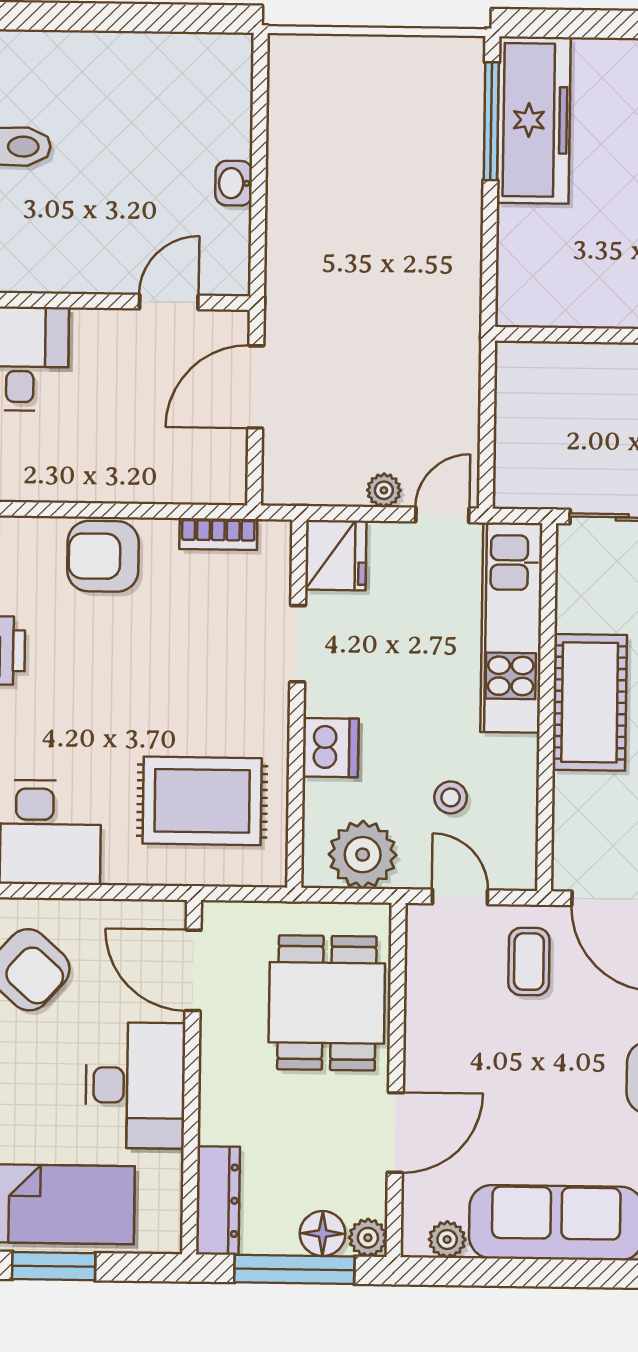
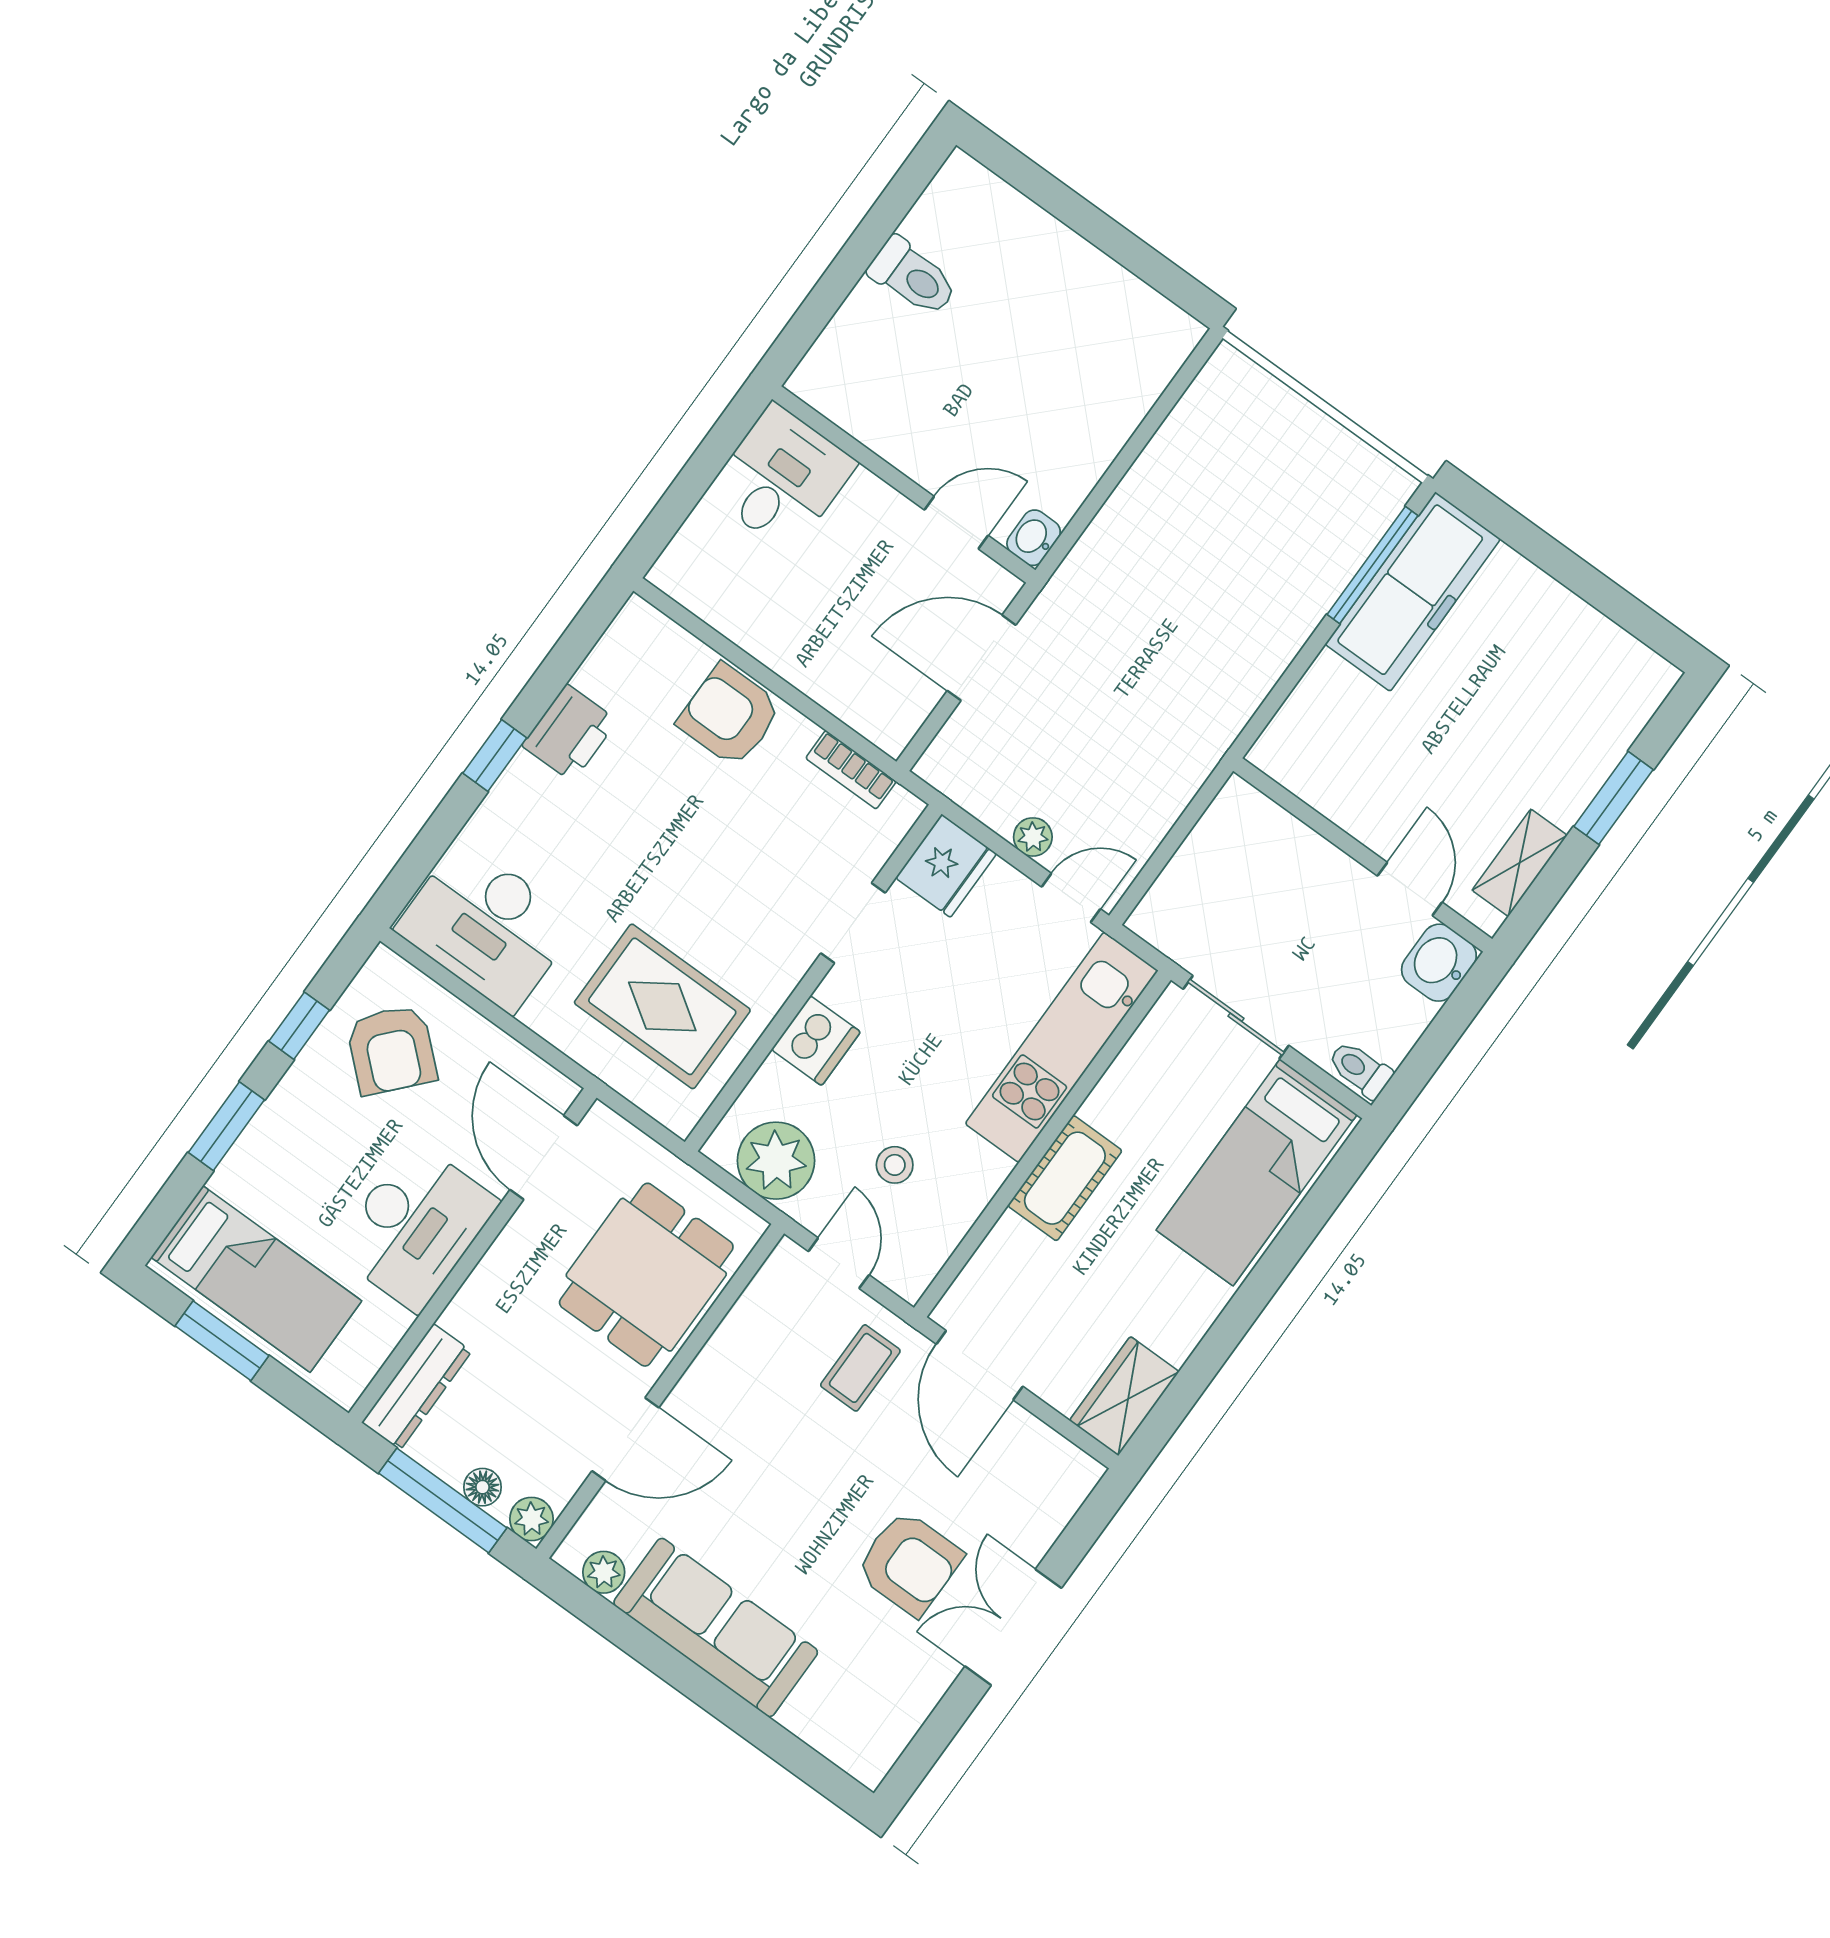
washbasin: (234, 183) -> (1034, 538), moved
cot: (590, 702) -> (1065, 1178), width x0.73, depth x0.75
floor lamp: (323, 1234) -> (482, 1487), width x0.73, depth x0.73

